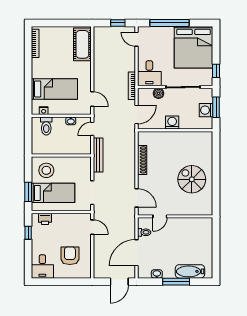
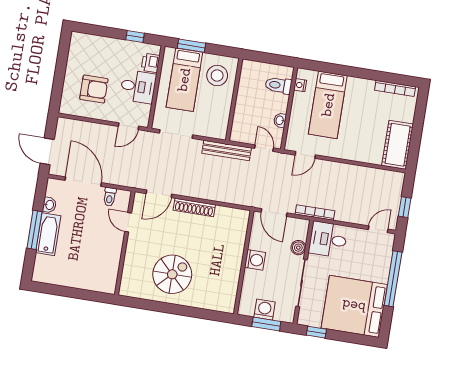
cot: (82, 44) -> (398, 145), moved, turned 90
shoe rack: (142, 160) -> (194, 208), moved
desk: (42, 266) -> (138, 87), moved, turned 180
bathtub: (190, 271) -> (48, 234), moved

